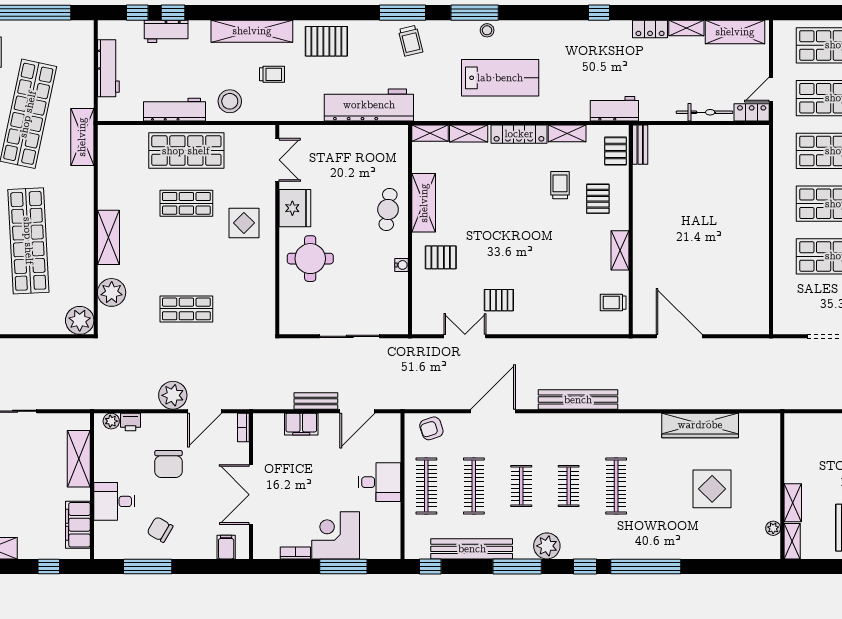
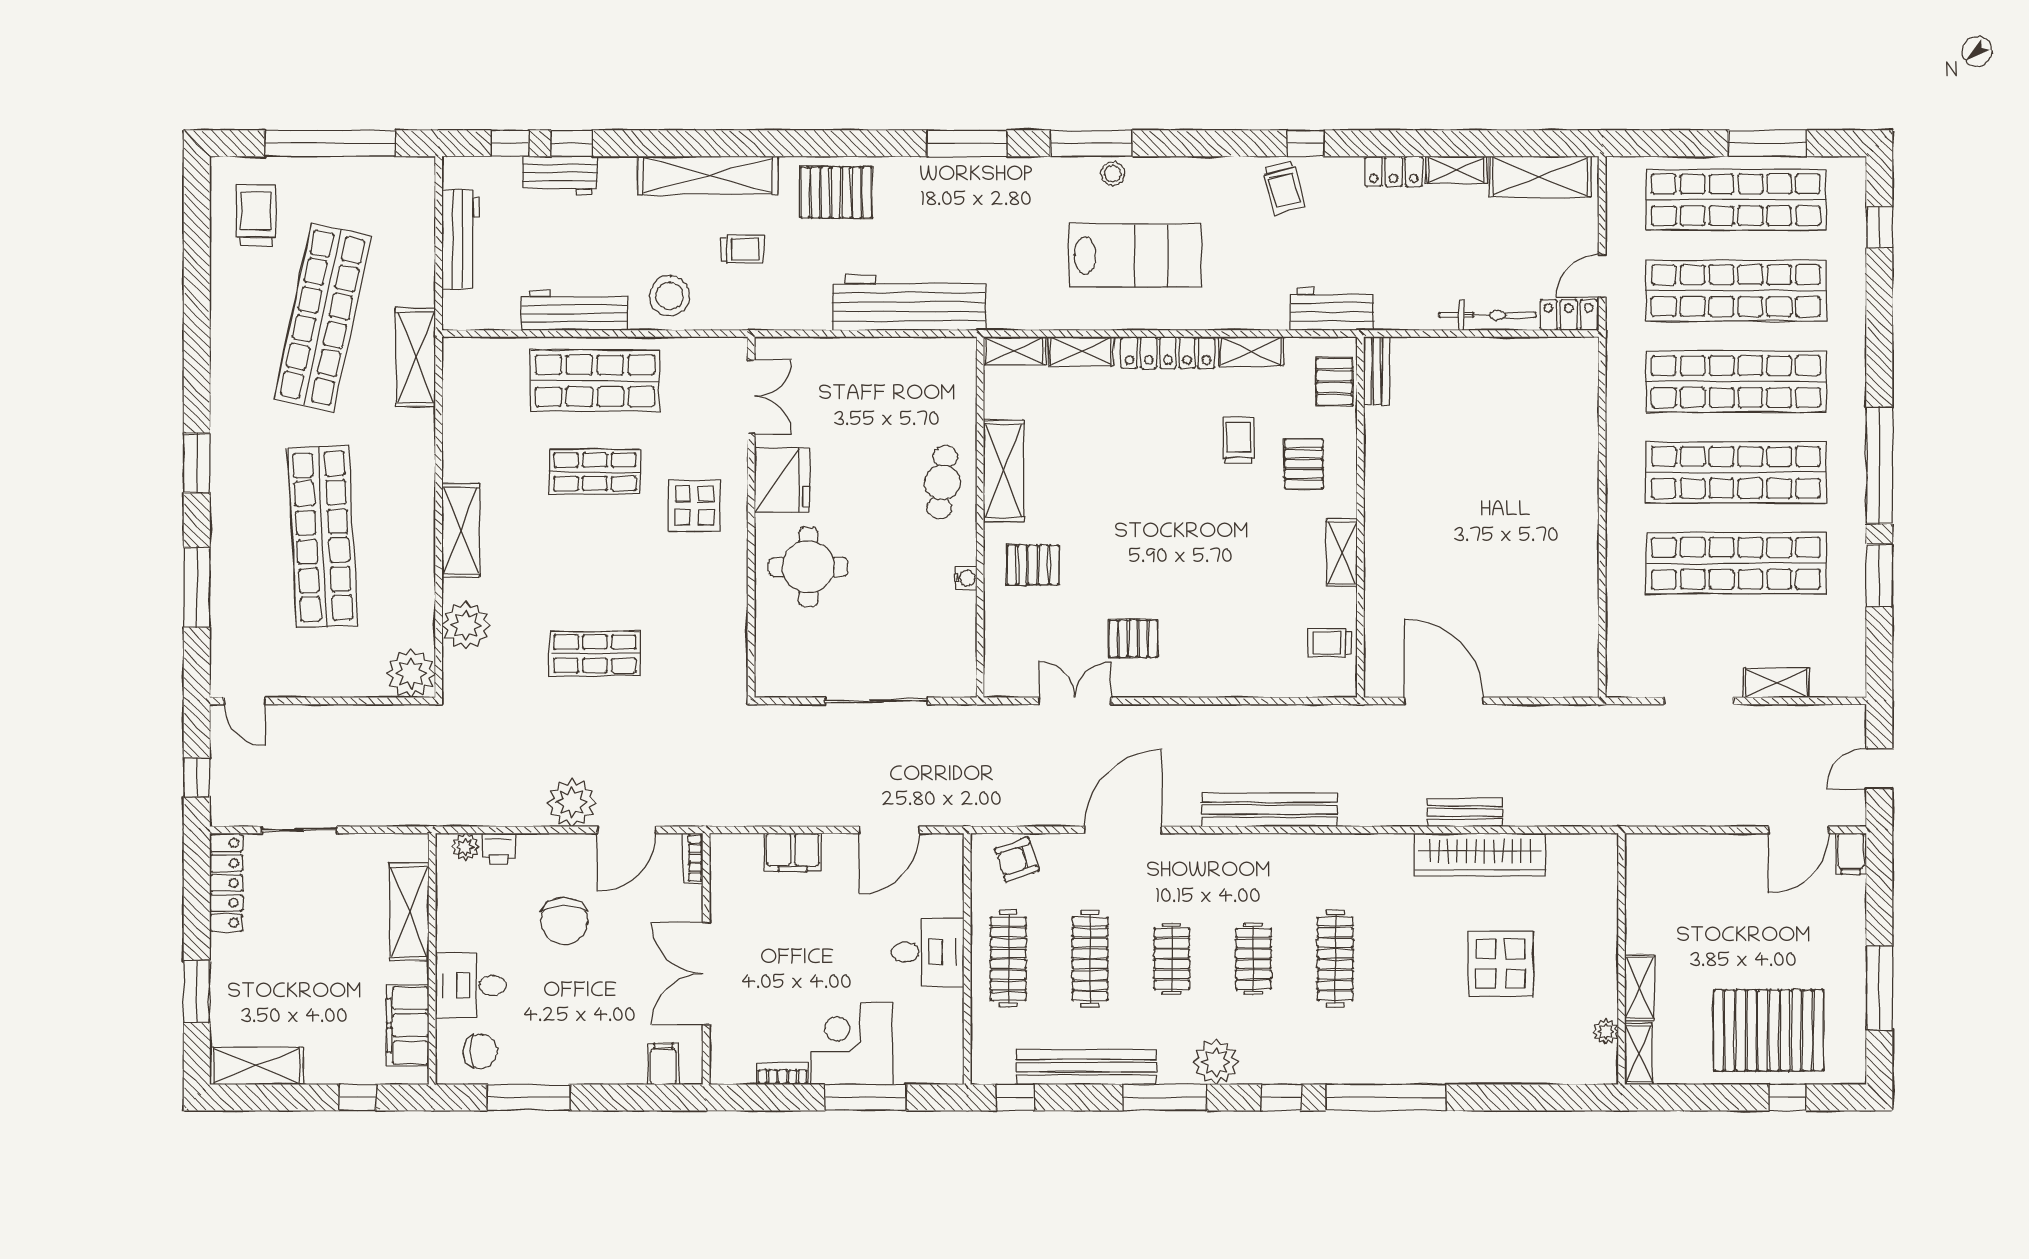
trolley: (411, 41) -> (1284, 187), moved
bench: (316, 401) -> (1465, 812), moved
chair: (160, 530) -> (480, 1051), moved, turned 150

